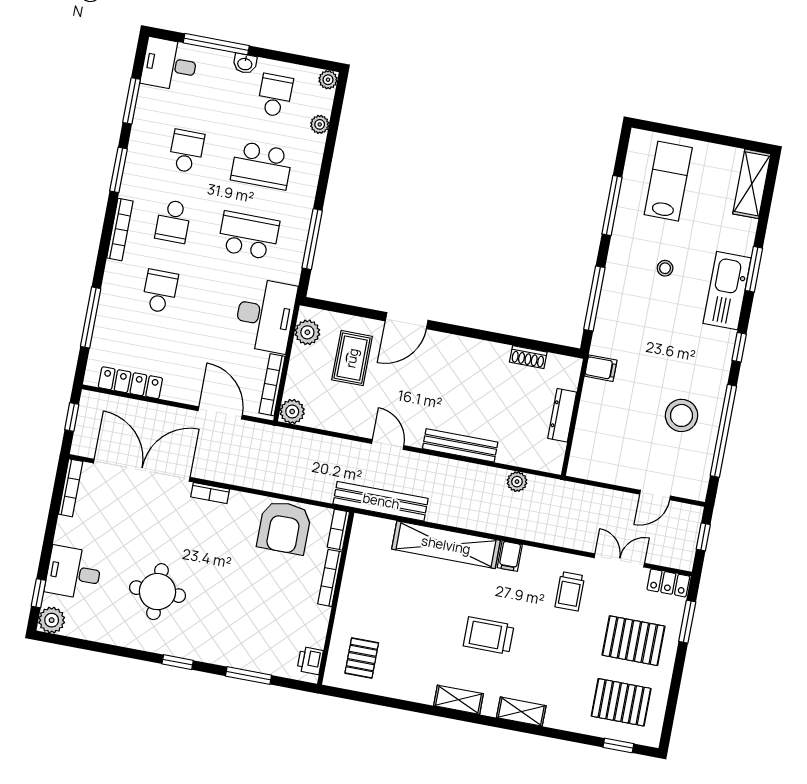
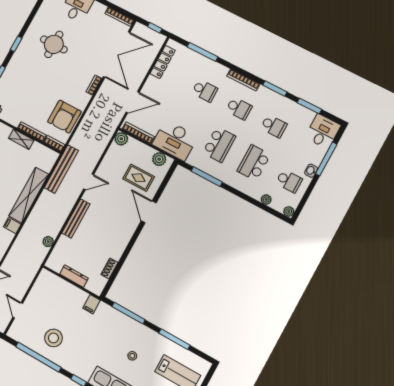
school desk: (173, 221) -> (239, 108), turned 180
armchair: (284, 527) -> (64, 117), turned -90
shelving: (350, 593) -> (21, 139), added

